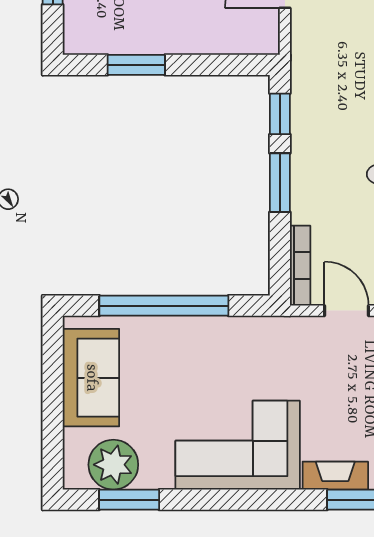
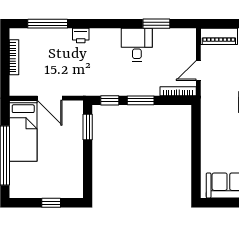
window: (136, 65) -> (88, 127), moved
window: (164, 306) -> (196, 153), removed

